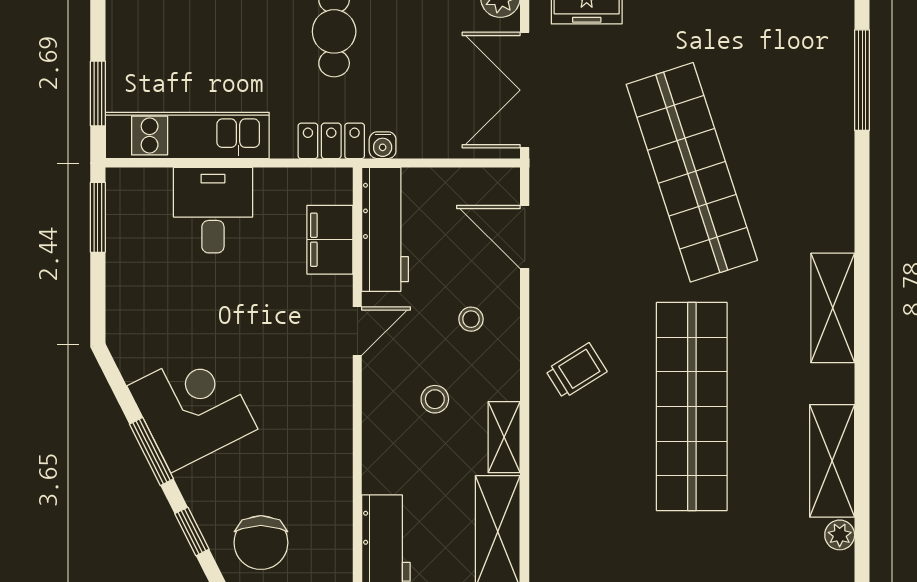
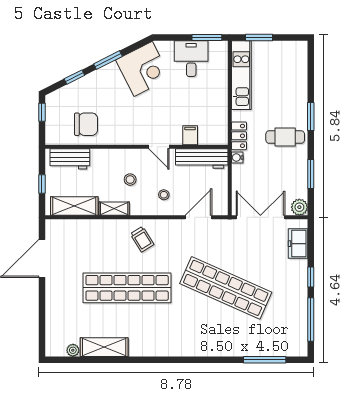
shop shelf: (692, 172) -> (226, 288), turned 42
desk: (213, 210) -> (191, 59), moved, turned -90
filing cabinet: (330, 240) -> (190, 135), width x0.50
shelving: (833, 308) -> (169, 347), removed
corner desk: (192, 408) -> (143, 69), moved
chair: (261, 543) -> (86, 124), moved, turned 180

